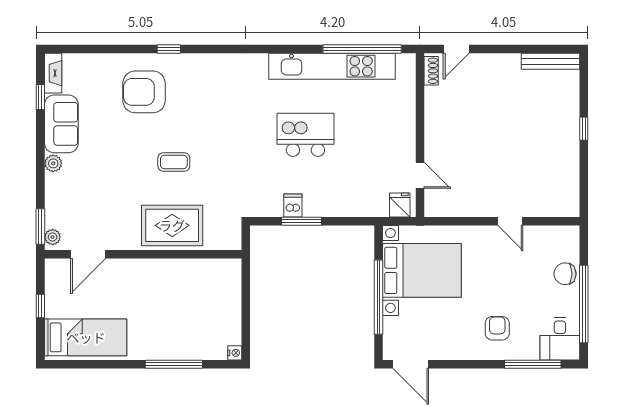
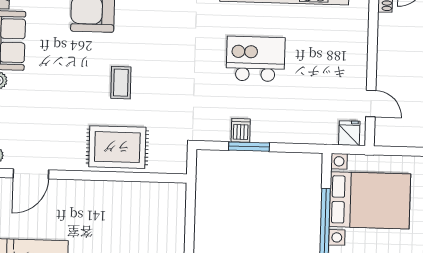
coffee table: (174, 162) -> (121, 83), turned 90

